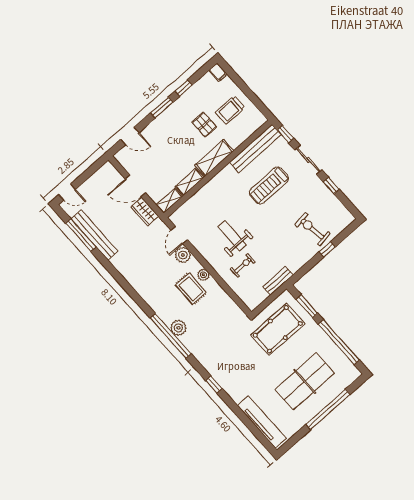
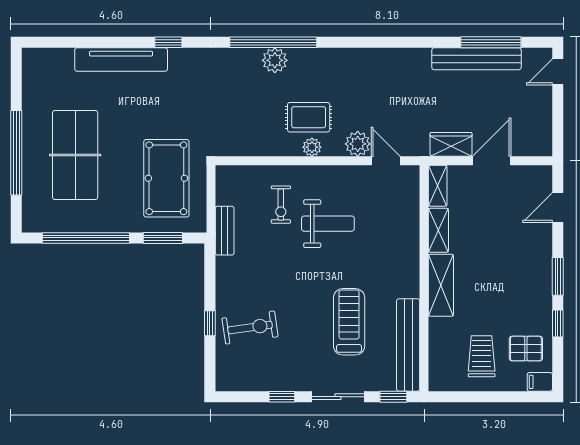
pallet: (204, 125) -> (526, 349), moved
tv unit: (262, 422) -> (121, 60), moved

